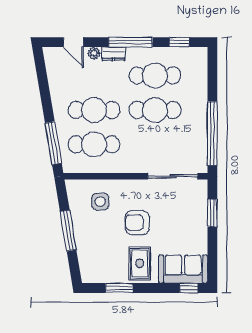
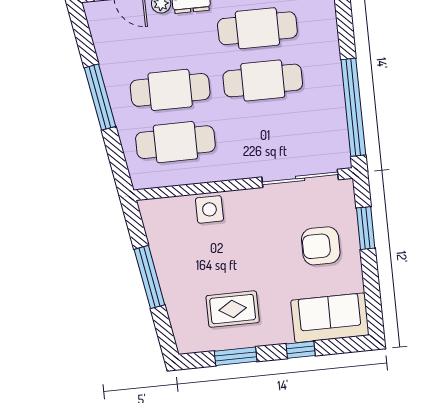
window: (53, 143) -> (100, 97), moved
side table: (100, 202) -> (209, 209), moved
armchair: (137, 223) -> (321, 246), moved
rug: (140, 263) -> (233, 309), moved, turned 90
window: (189, 288) -> (301, 350), moved

